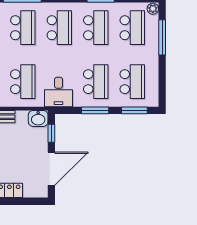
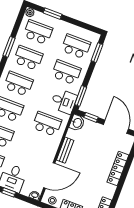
window: (162, 37) -> (53, 14), width x0.69
window: (95, 110) -> (81, 96), moved

